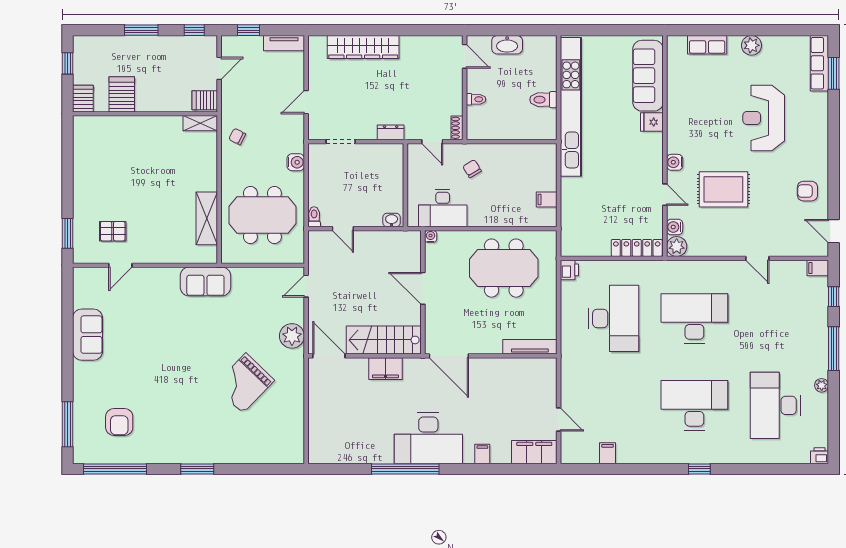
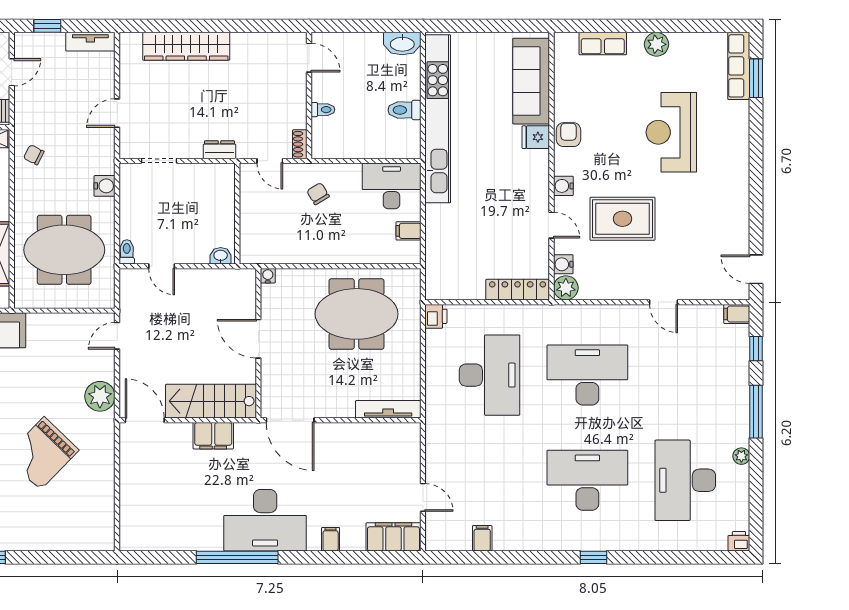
washbasin: (507, 45) -> (402, 44), moved
armchair: (807, 191) -> (568, 135), moved, turned 90
desk: (443, 208) -> (392, 186), moved, turned 180

